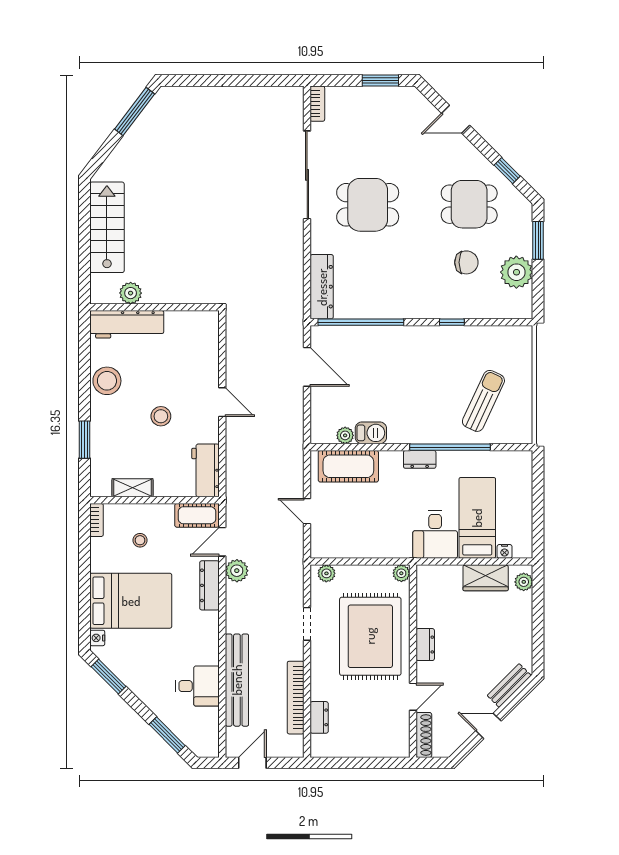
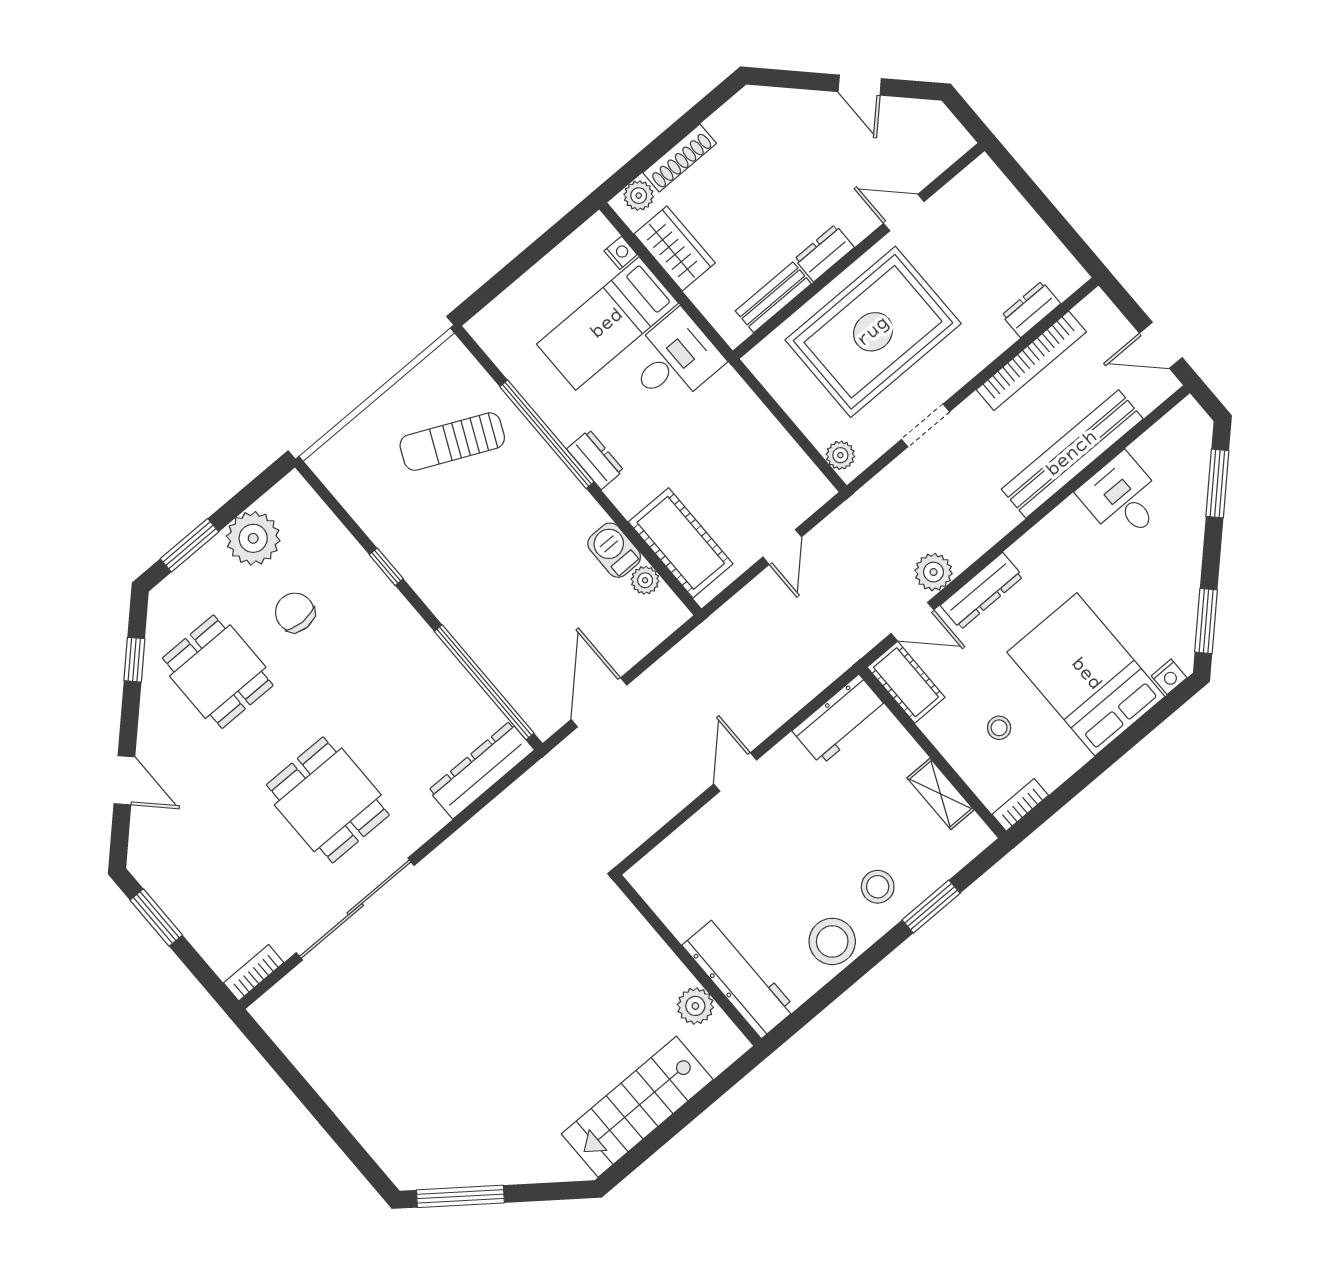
stool: (161, 416) -> (878, 887), moved
plant: (401, 573) -> (760, 360), removed
bench: (509, 685) -> (773, 297), moved, turned -45
shoe rack: (424, 735) -> (680, 158), moved, turned 180

